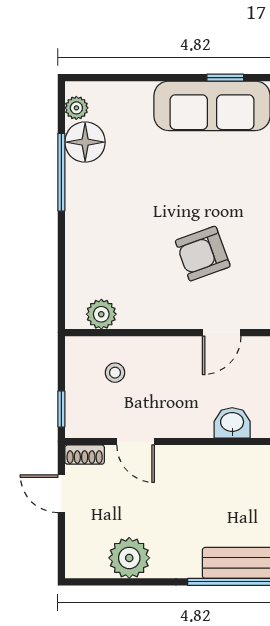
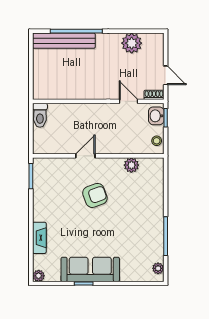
floor lamp: (85, 142) -> (154, 251), removed
plant: (101, 314) -> (131, 165), moved
stool: (115, 373) -> (157, 141), moved
washbasin: (232, 423) -> (156, 116), moved, turned 90

